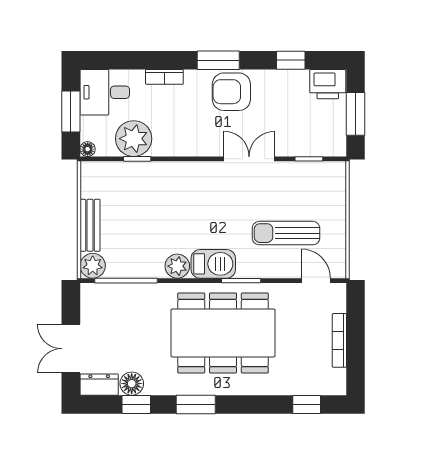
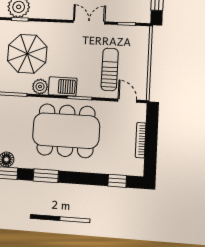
parasol: (153, 214) -> (27, 54), added
sun lounger: (286, 233) -> (110, 69), turned 90

